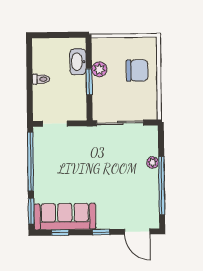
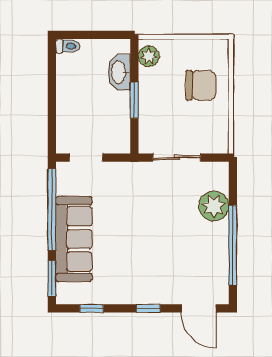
plant: (99, 69) -> (149, 56), moved
toilet: (41, 79) -> (68, 46), moved
sliding door: (120, 123) -> (177, 158), width x0.73
plant: (153, 163) -> (214, 206), width x1.88, depth x1.88
sofa: (65, 217) -> (74, 239), moved, turned 90

